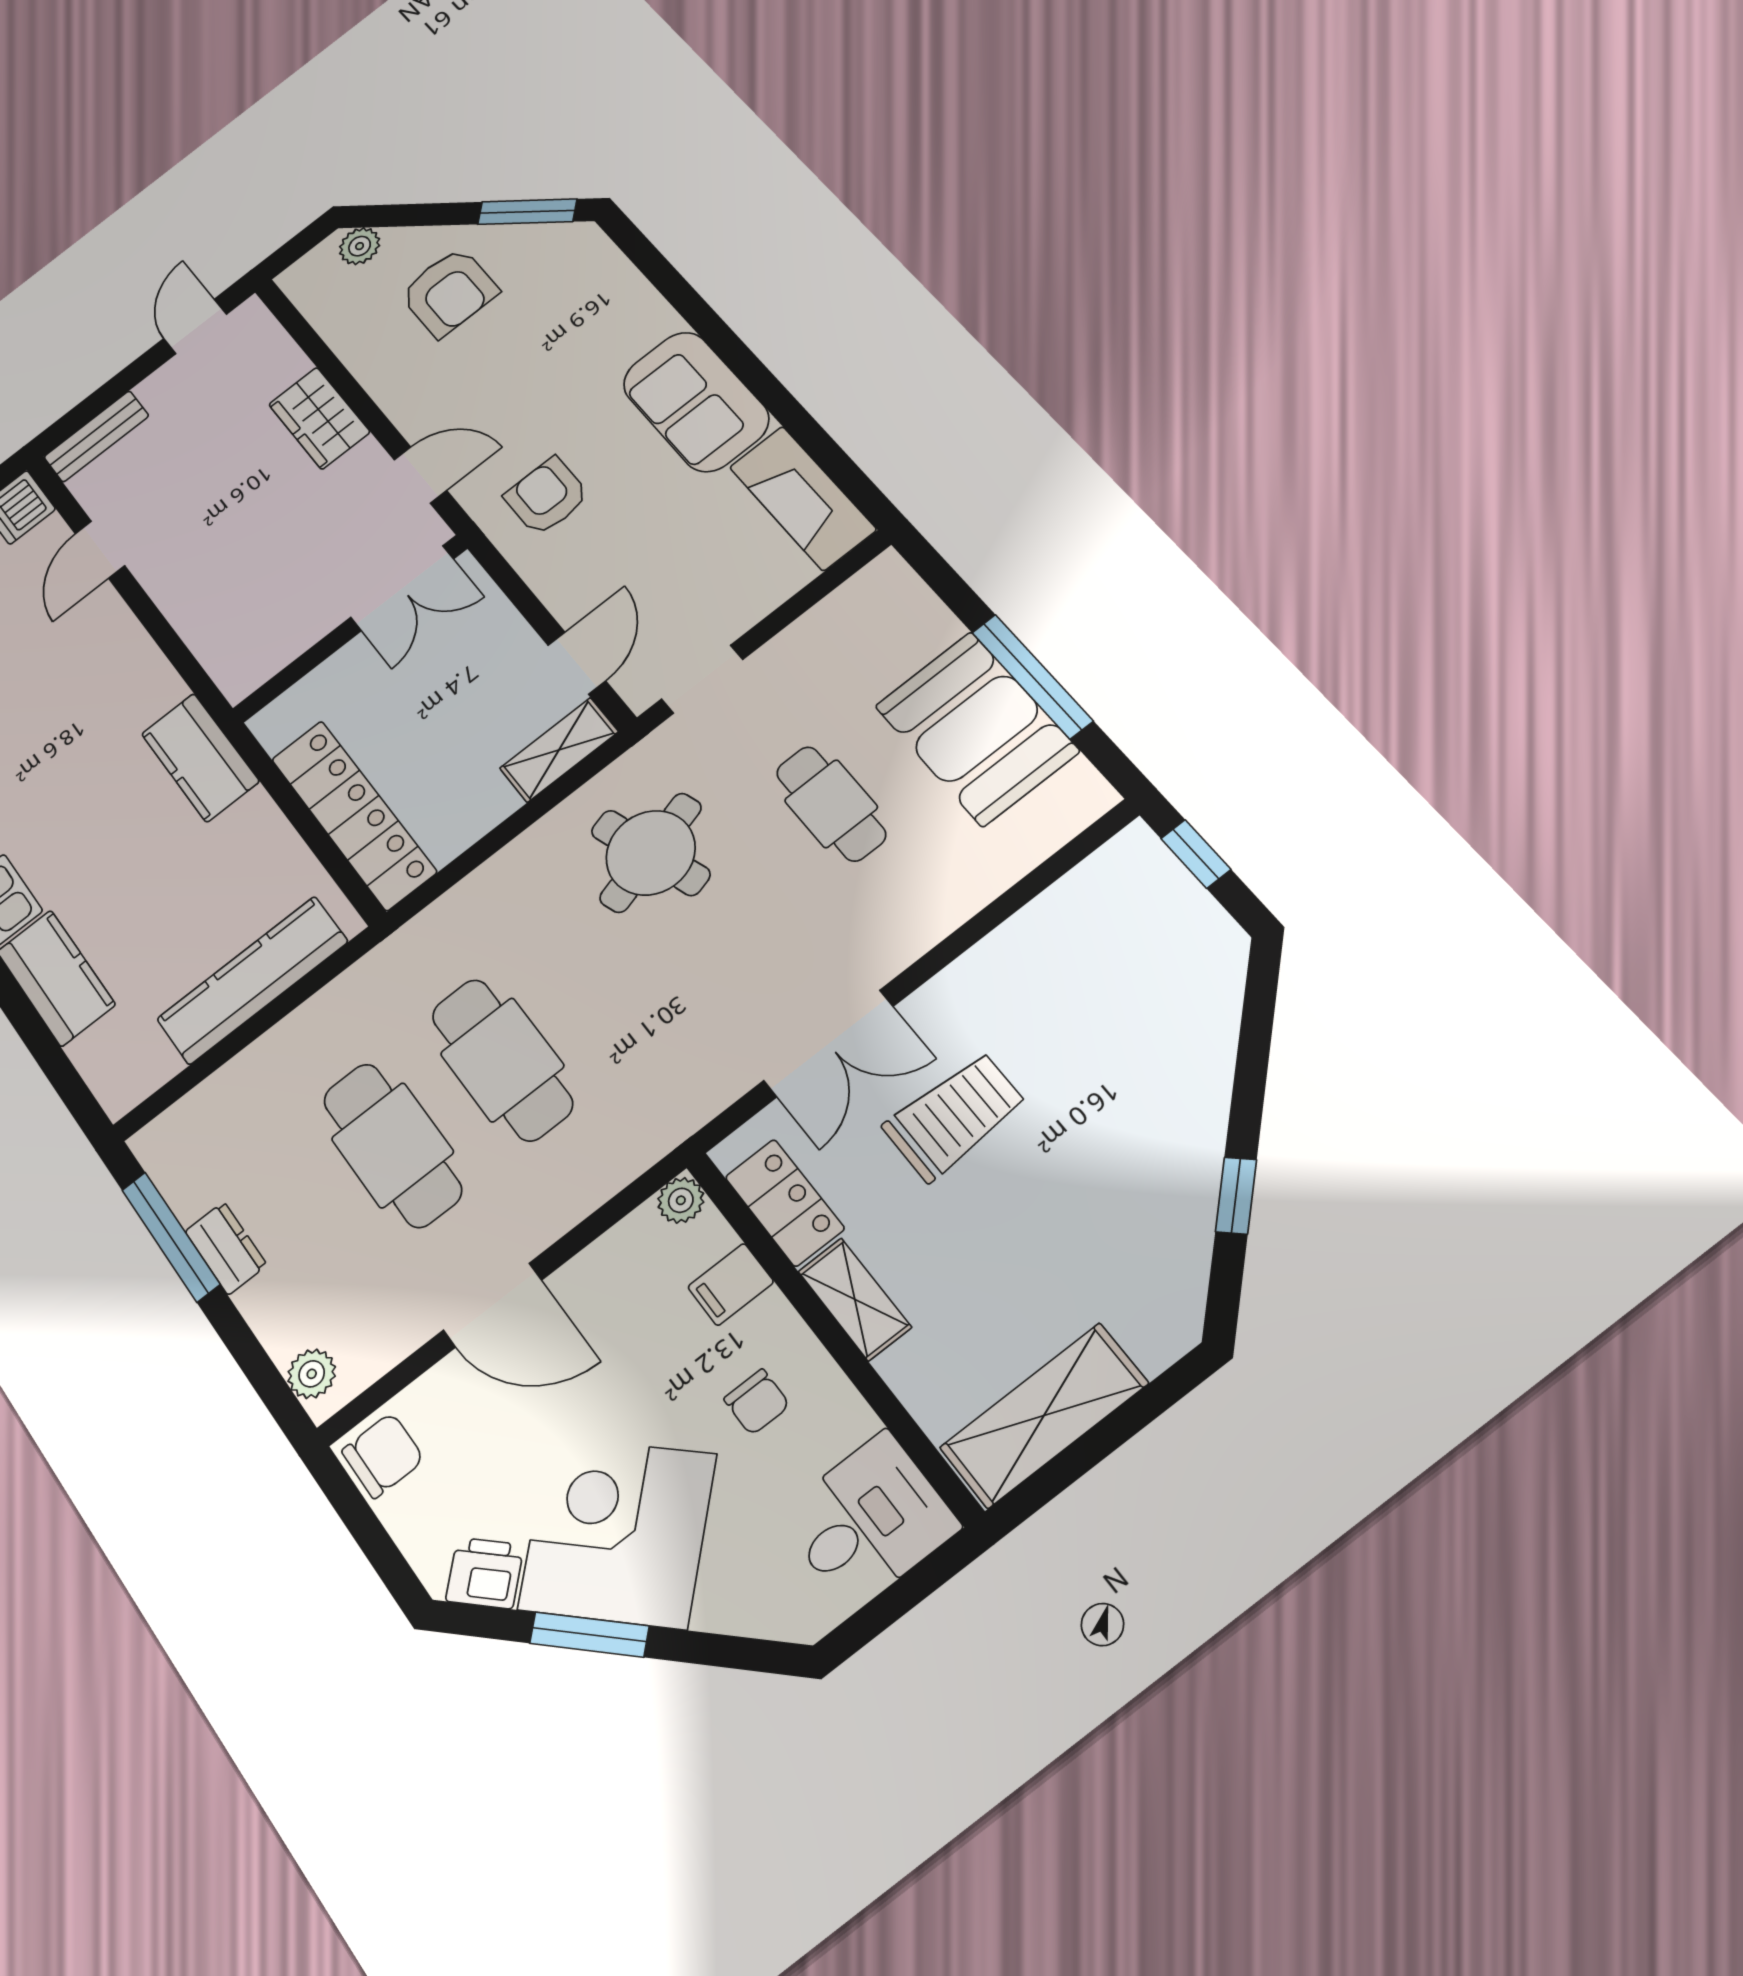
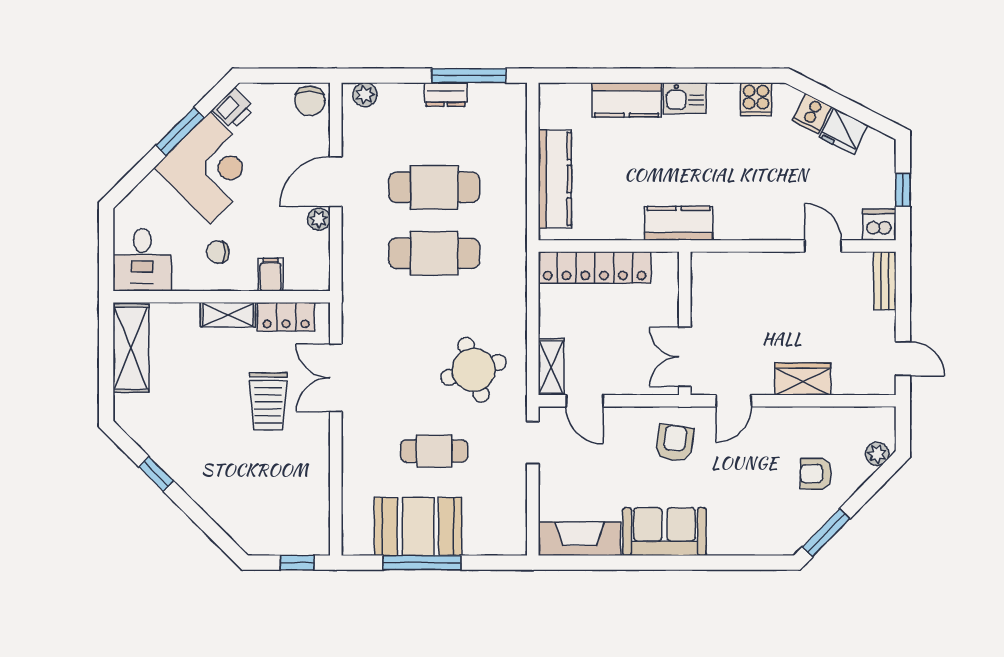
armchair: (449, 292) -> (816, 474), width x0.72, depth x0.72
armchair: (547, 496) -> (675, 443), turned -82
plant: (681, 1200) -> (319, 219), moved

